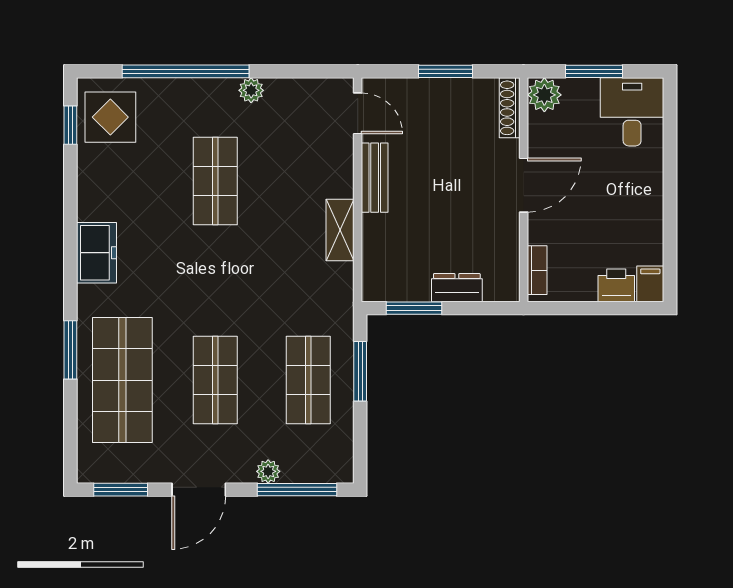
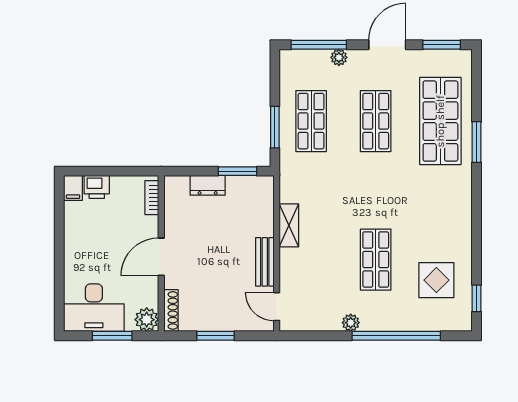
desk: (632, 112) -> (94, 308), width x1.37
display table: (110, 117) -> (436, 280), moved
freezer: (96, 253) -> (458, 210), removed

